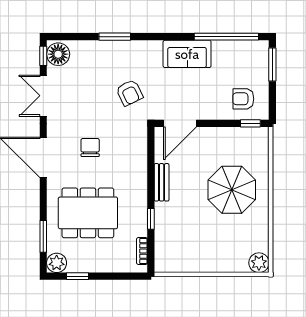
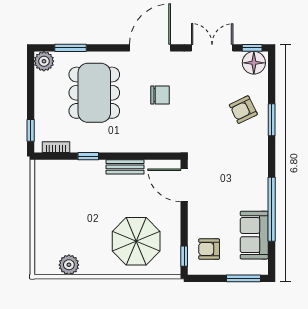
window: (226, 37) -> (272, 209), moved
sofa: (187, 54) -> (254, 235), moved
armchair: (129, 93) -> (243, 110), moved
armchair: (243, 99) -> (209, 249), turned -90
parasol: (232, 190) -> (136, 241), moved
plant: (259, 263) -> (69, 265), moved
window: (77, 276) -> (31, 130), moved

